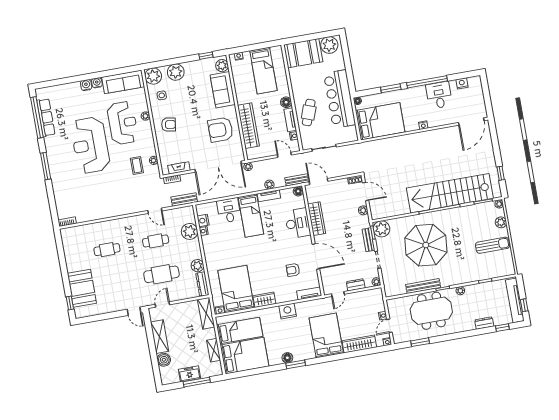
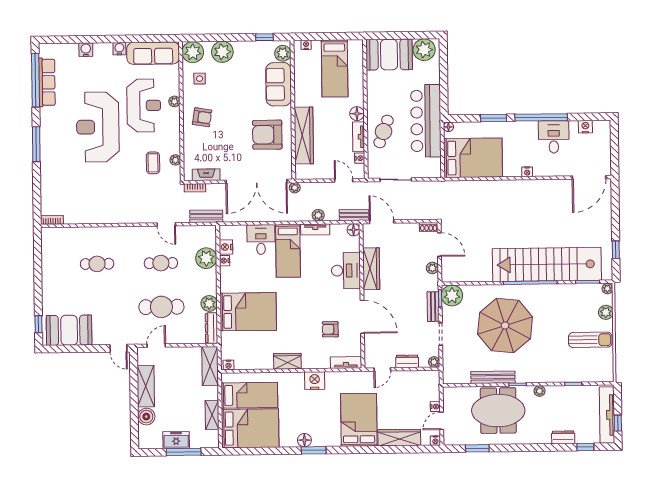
water cooler: (86, 85) -> (86, 50), moved
booth: (82, 288) -> (69, 330), moved, turned 90
bed: (236, 289) -> (248, 312), moved, turned 90

